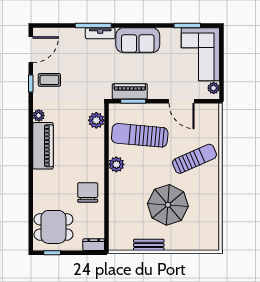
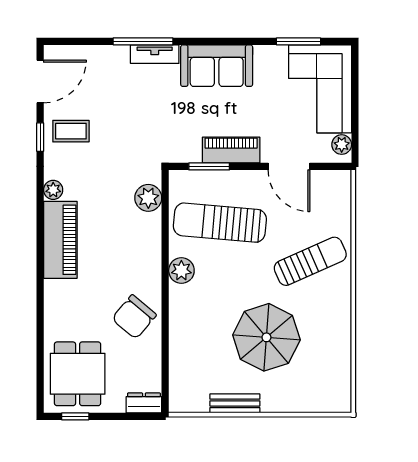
piano: (130, 91) -> (231, 150), moved
chair: (88, 192) -> (134, 317), turned -140
dining table: (53, 227) -> (78, 374), turned 90

